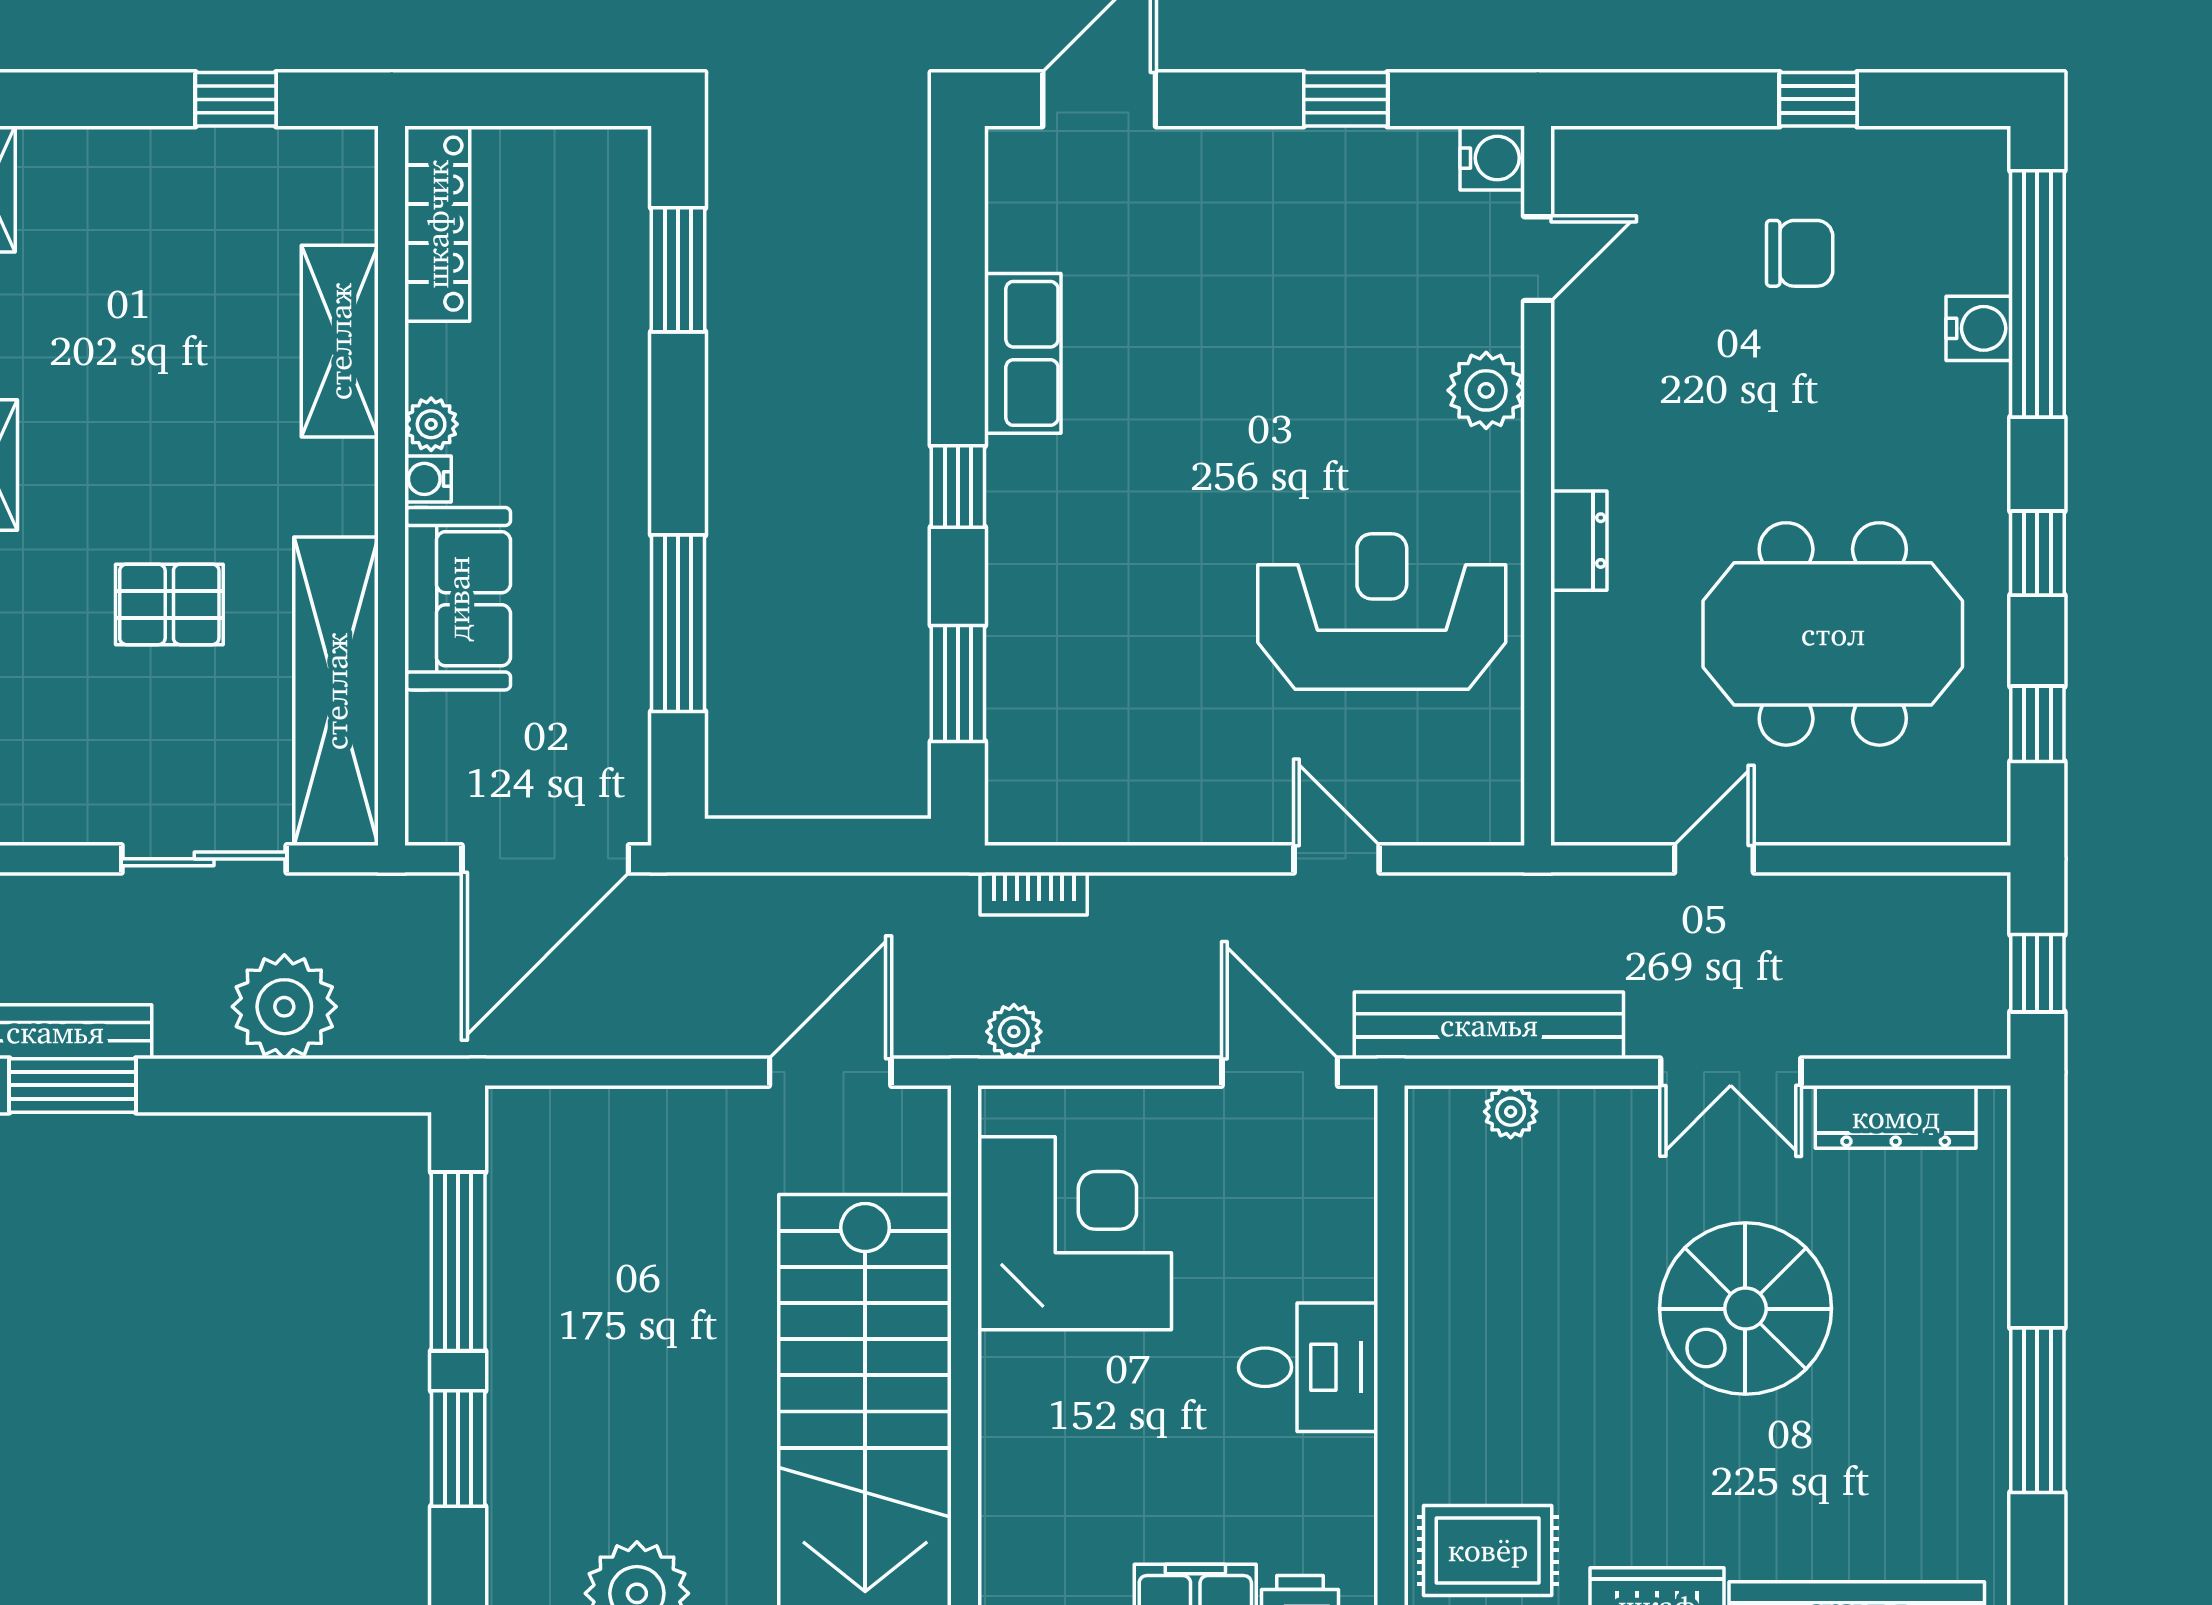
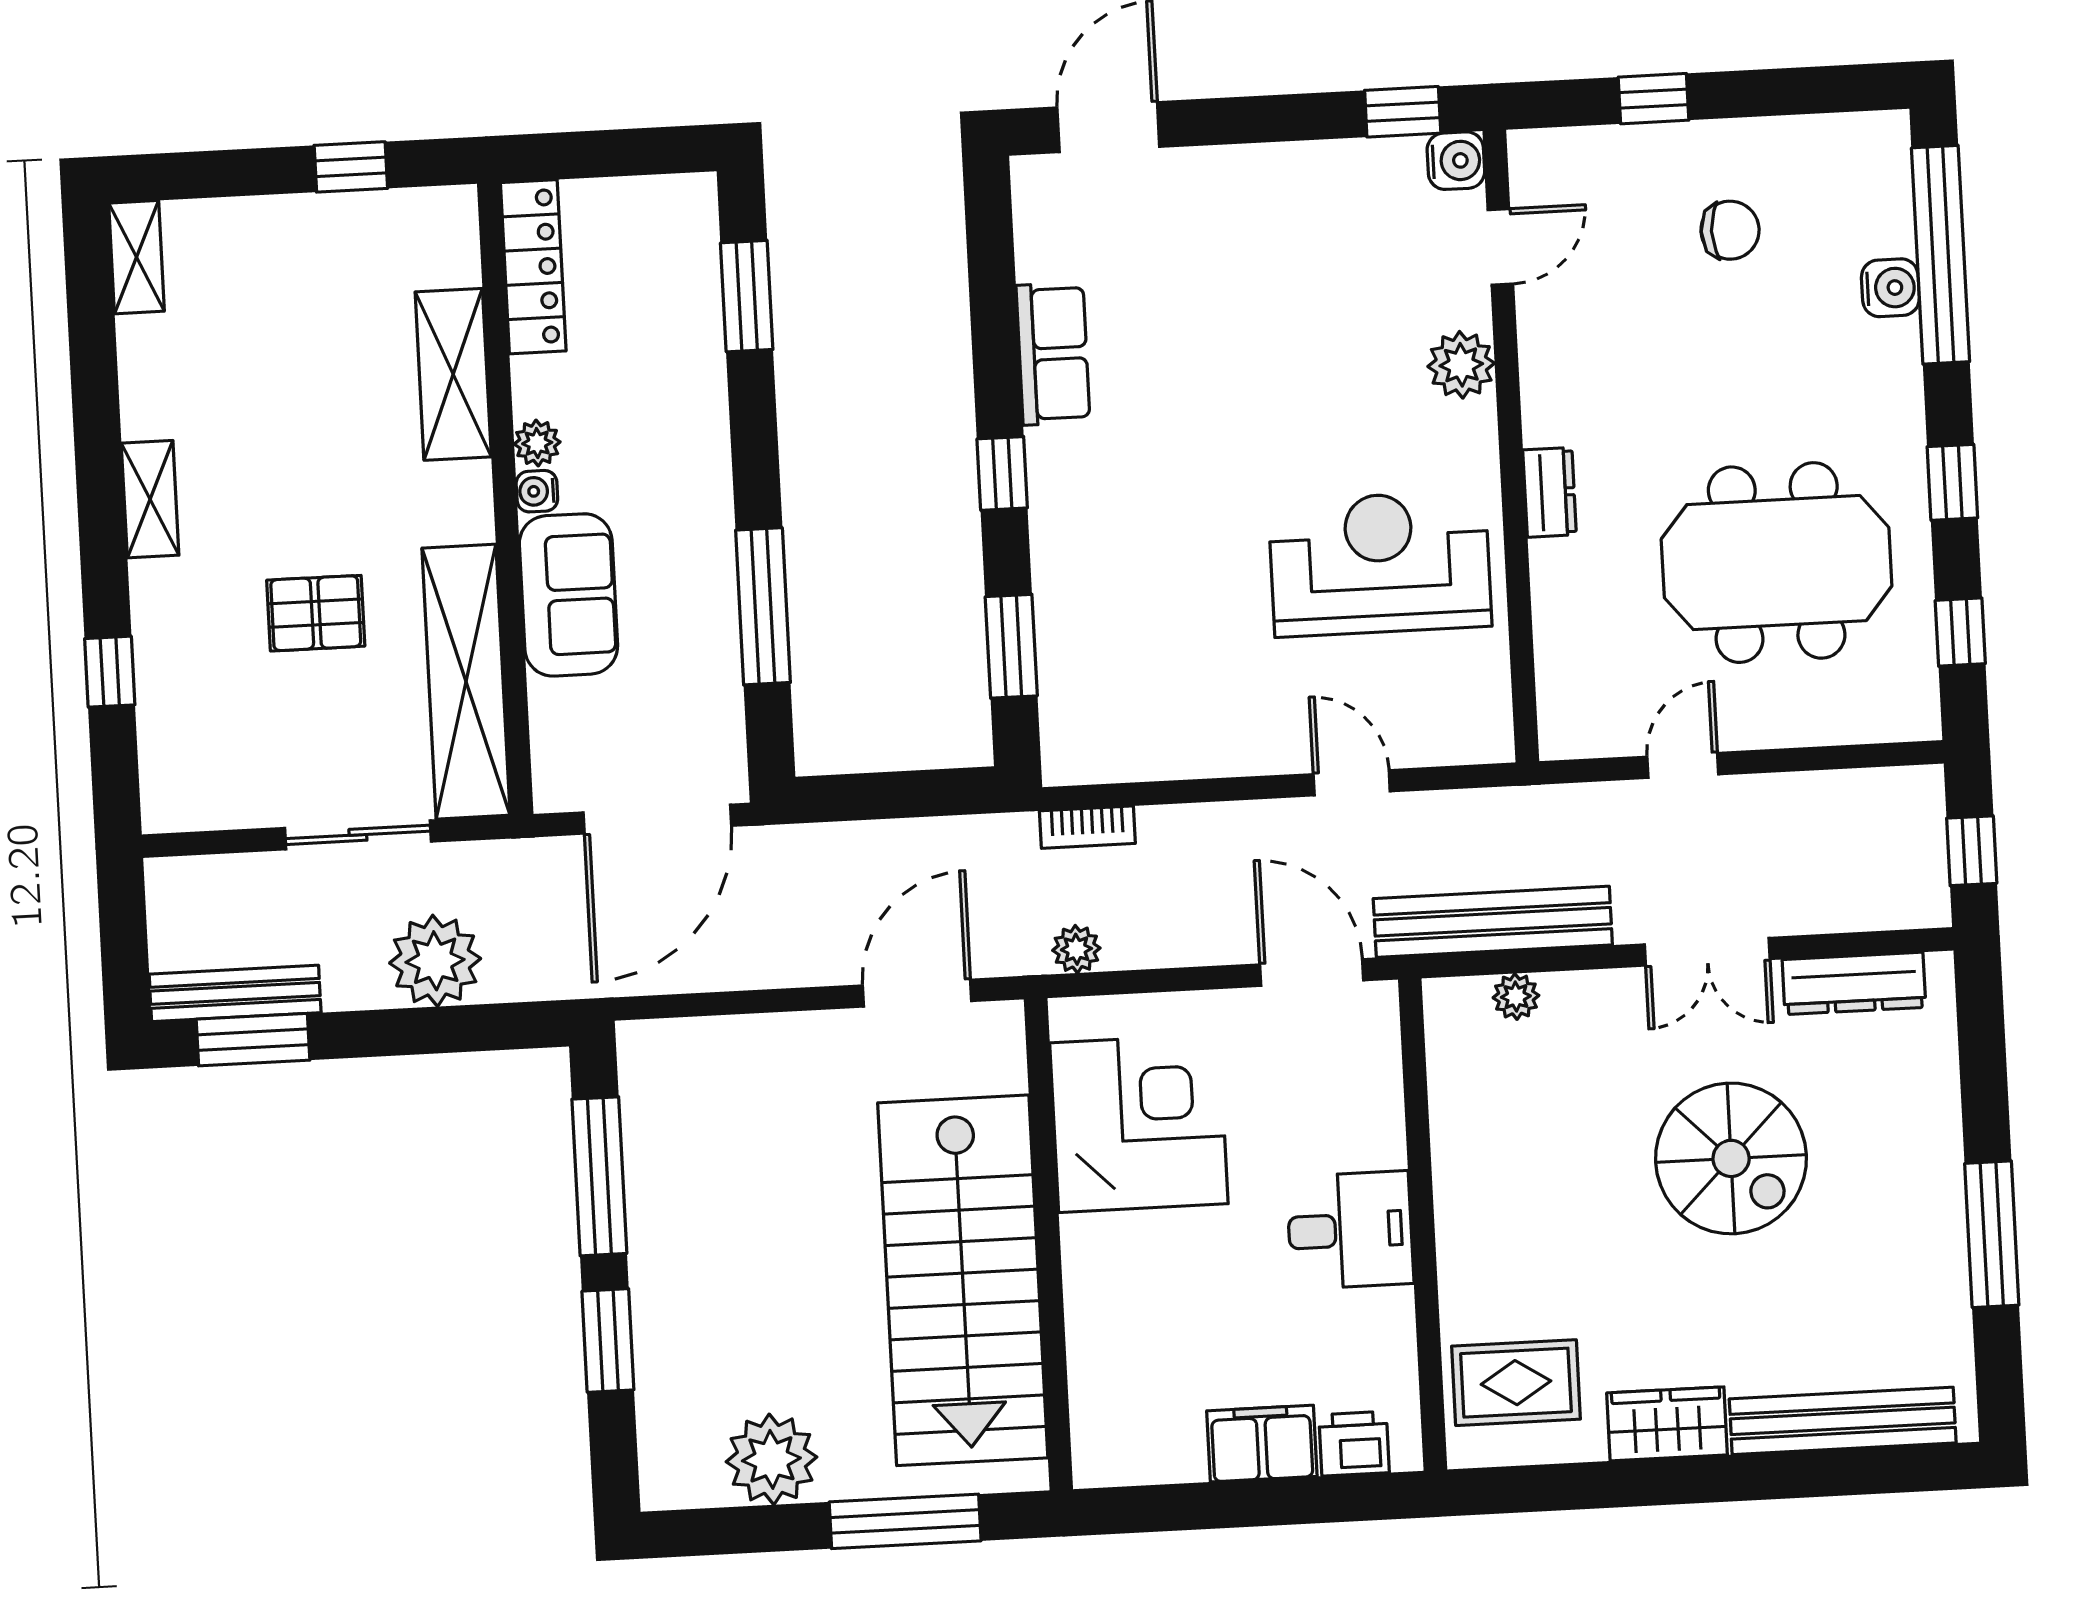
window: (1346, 99) -> (1403, 112), moved
window: (1818, 99) -> (1653, 99), moved
spiral stairs: (1745, 1309) -> (1731, 1158), turned -90

